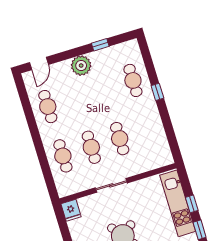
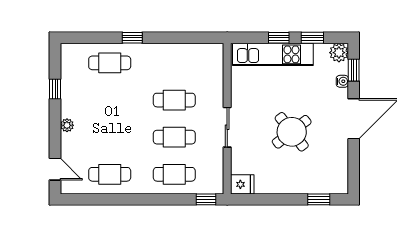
plant: (81, 66) -> (67, 125), width x0.53, depth x0.53
window: (51, 186) -> (206, 199), added

